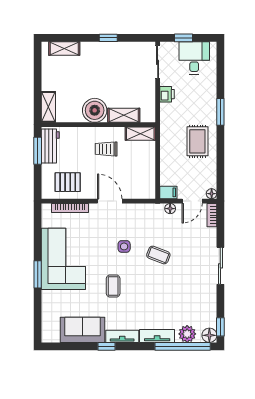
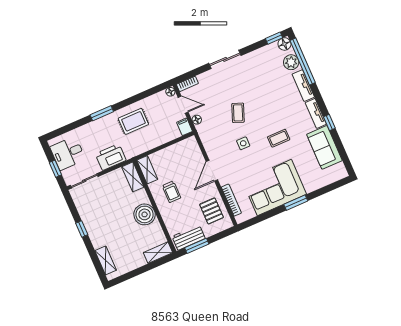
printer: (167, 94) -> (111, 157), width x1.87, depth x1.48
shelving: (124, 115) -> (133, 177), moved

